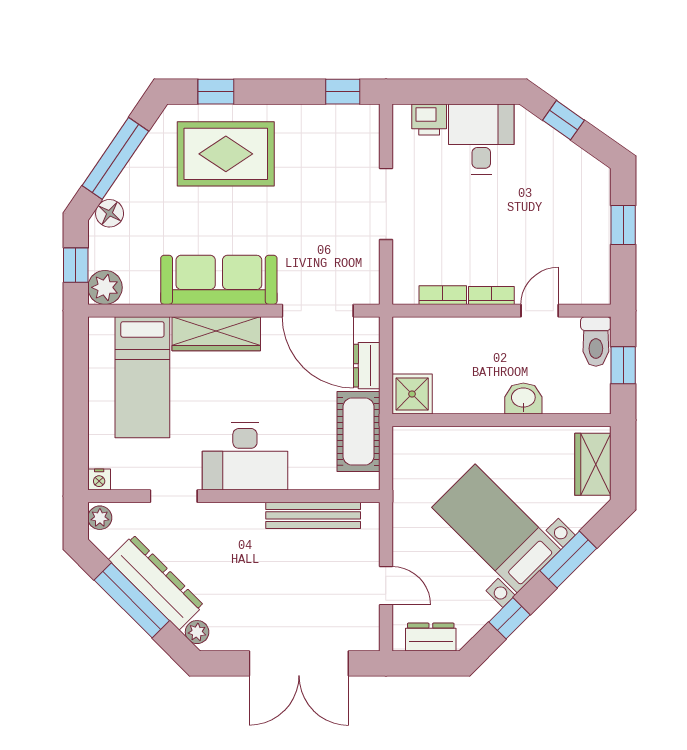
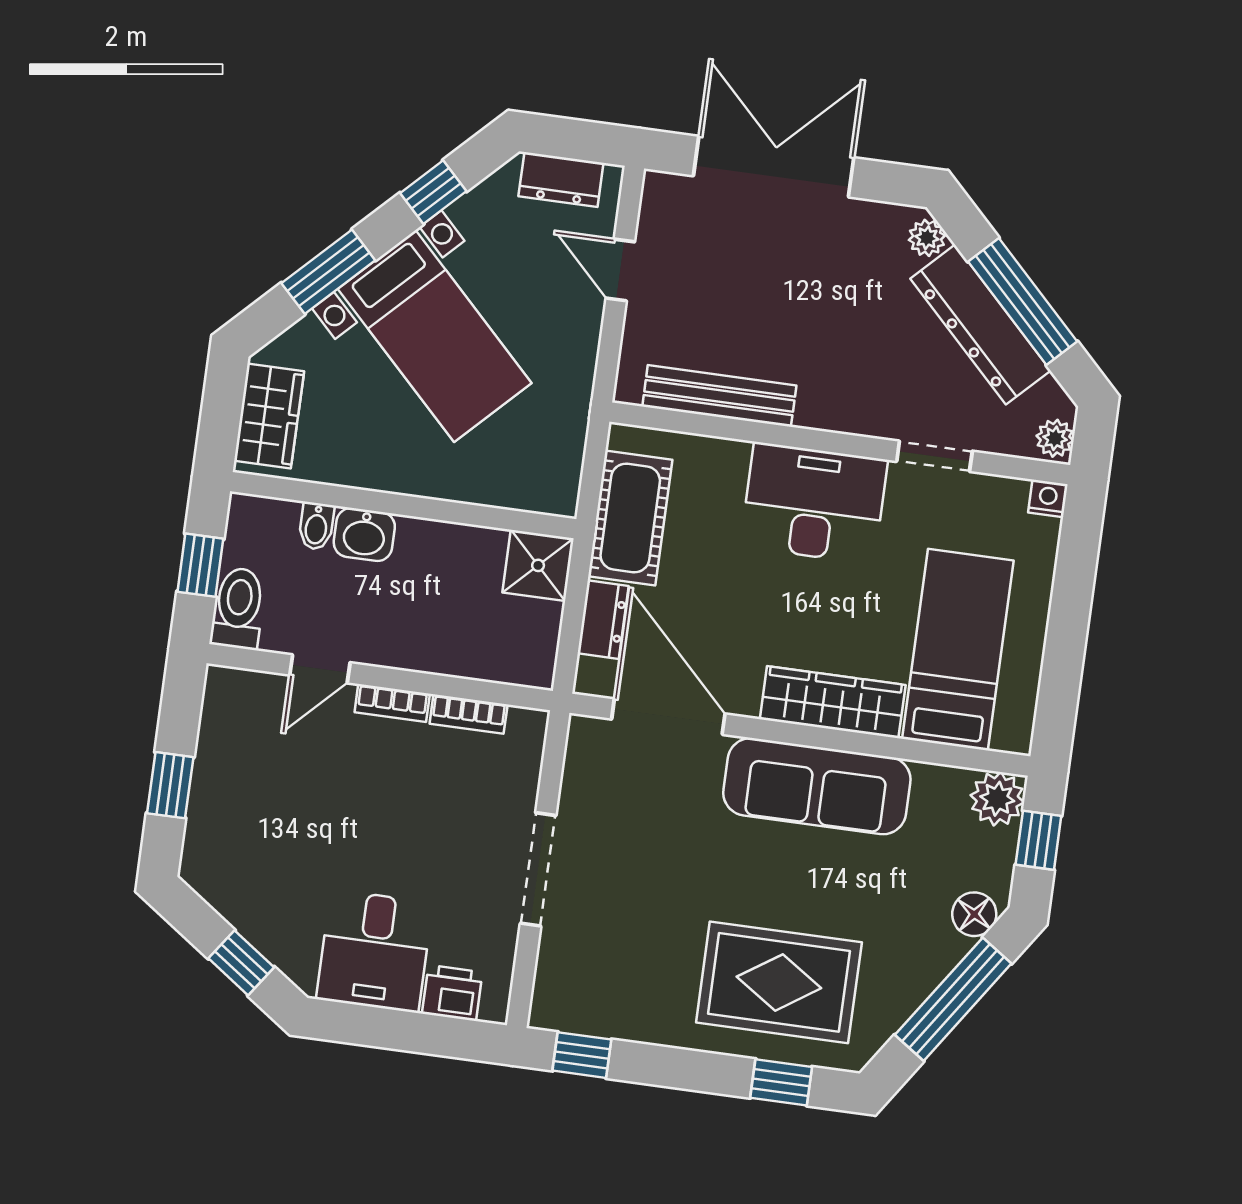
bidet: (554, 400) -> (316, 526), added

